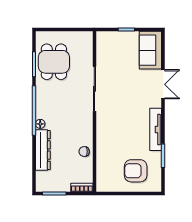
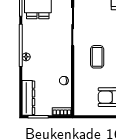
coffee table: (123, 124) -> (97, 57), added
dresser: (43, 150) -> (28, 98), moved

